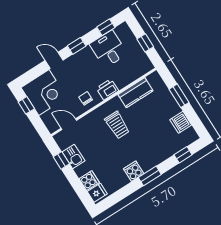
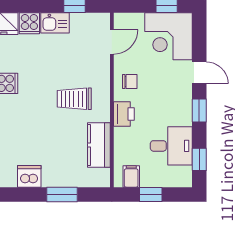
door: (54, 60) -> (199, 73), hinge flipped
filing cabinet: (142, 61) -> (131, 176), added
kitchen sink: (73, 156) -> (55, 23), moved

